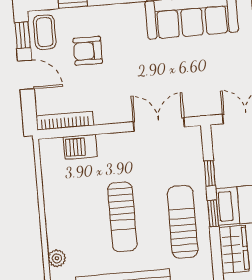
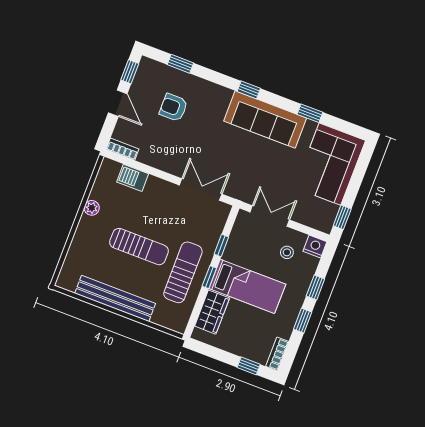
coffee table: (45, 32) -> (148, 78), removed
bookcase: (65, 121) -> (122, 149), width x0.64
sun lounger: (122, 217) -> (139, 247), turned -90
plant: (57, 258) -> (92, 208), moved

